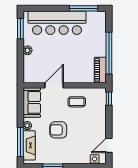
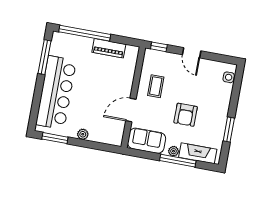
window: (109, 53) -> (85, 33), moved
piano: (100, 70) -> (109, 48), moved
door: (54, 85) -> (131, 110), hinge flipped
window: (20, 142) -> (178, 161), moved
door: (109, 145) -> (192, 53), moved

